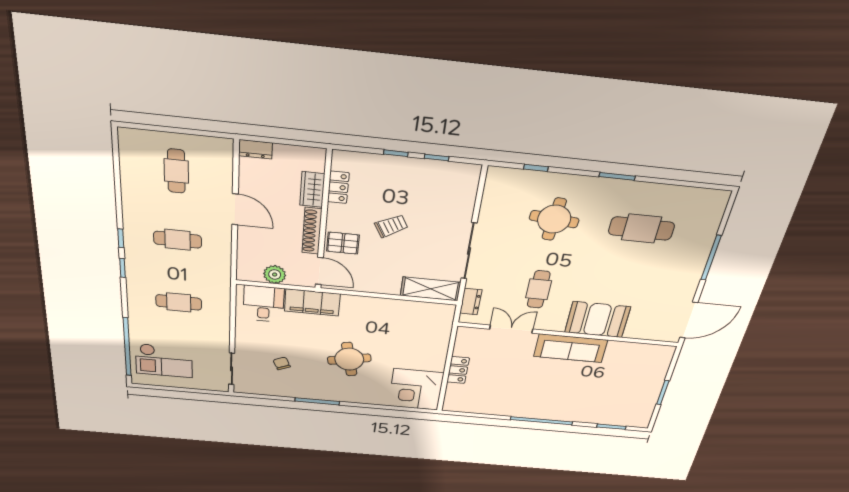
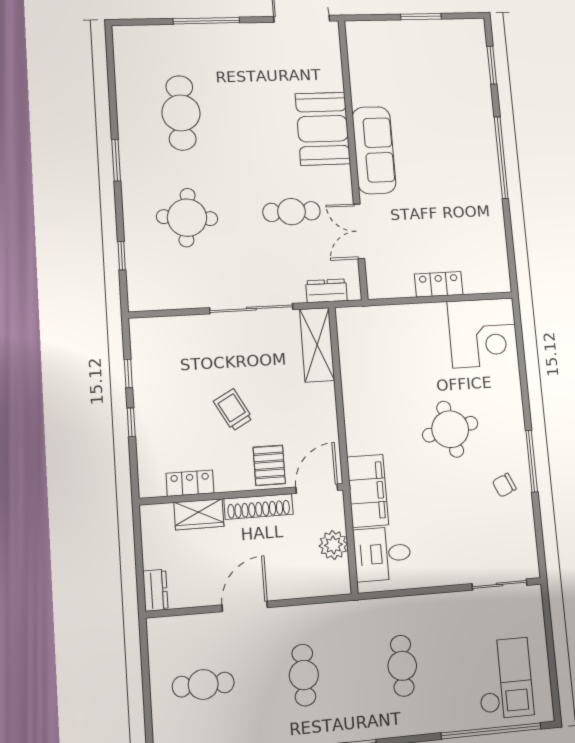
chair: (282, 363) -> (504, 485), moved

